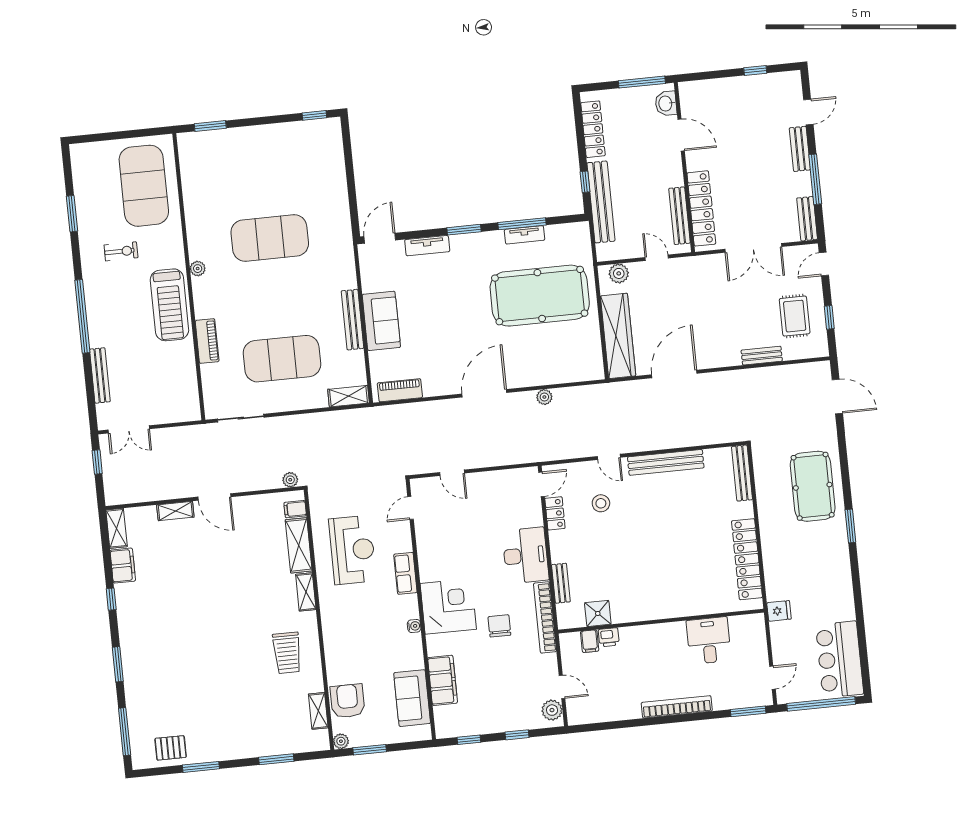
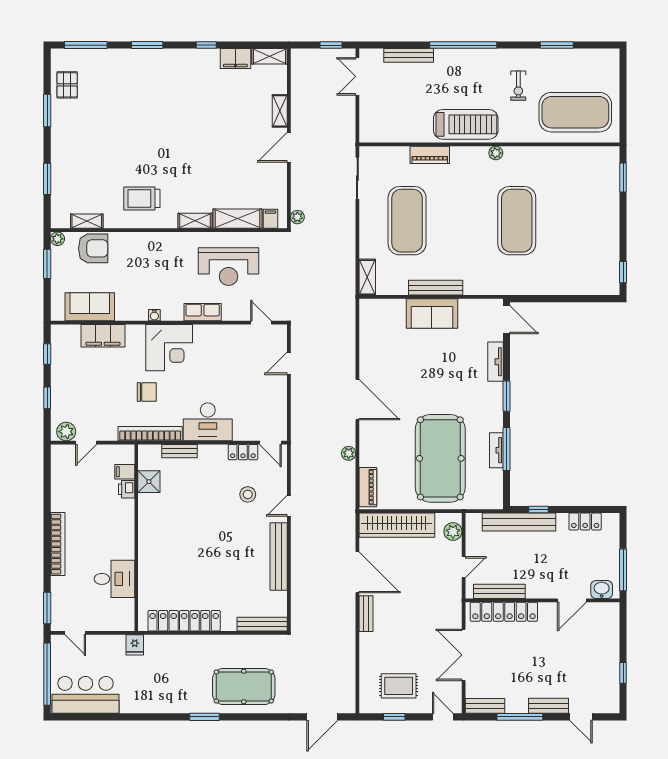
locker: (593, 129) -> (585, 521), width x0.66
treadmill: (169, 305) -> (466, 124), turned 180
bench: (762, 356) -> (366, 614), moved
piano: (400, 390) -> (368, 487), moved

